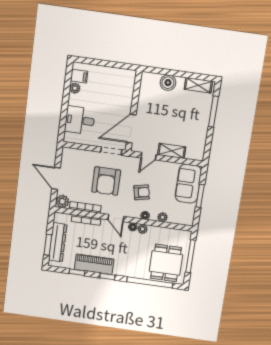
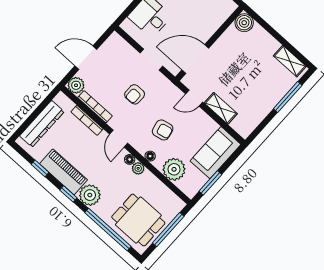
boiler: (168, 83) -> (244, 23), moved
doorway: (111, 151) -> (151, 60), moved
door: (56, 178) -> (86, 58), hinge flipped
armchair: (106, 181) -> (135, 94), width x0.53, depth x0.53
window: (200, 196) -> (210, 183), moved
plant: (162, 217) -> (174, 169), width x1.88, depth x1.88
window: (48, 245) -> (30, 120), removed
dining table: (166, 263) -> (138, 220), turned 90
plant: (122, 268) -> (90, 195), added

